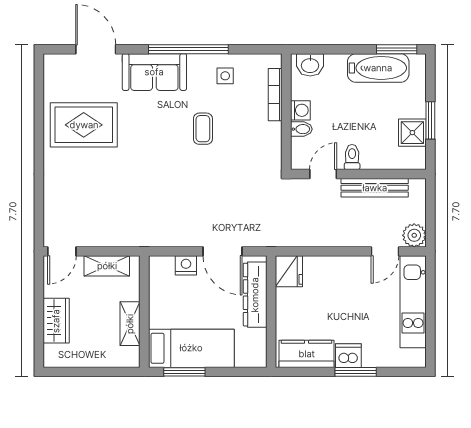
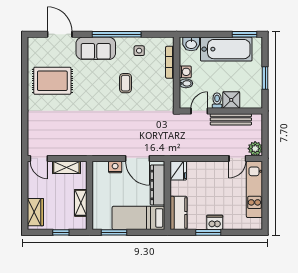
bathtub: (378, 68) -> (226, 49), width x1.36, depth x1.36
shower: (412, 133) -> (231, 100), moved
door: (62, 251) -> (39, 158), hinge flipped
wardrobe: (56, 321) -> (35, 212), moved
bed: (191, 348) -> (138, 218), moved, turned 180
kitchen counter: (307, 354) -> (178, 213), moved, turned 90
window: (98, 372) -> (61, 232), added
window: (356, 372) -> (208, 232), moved

